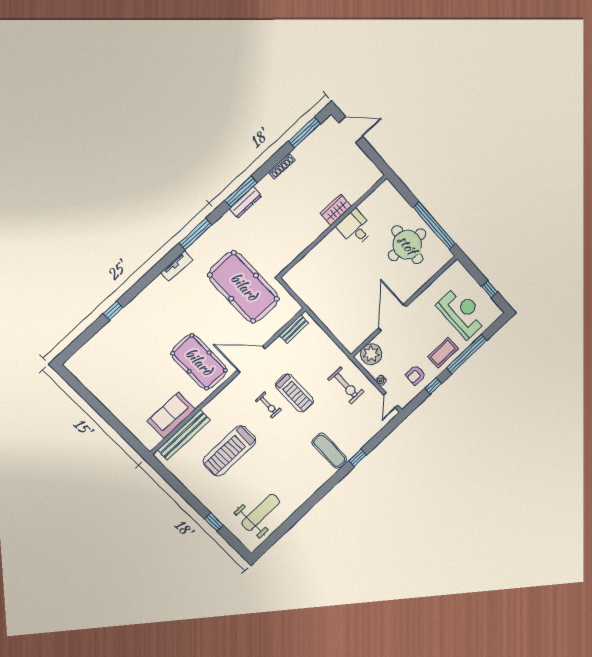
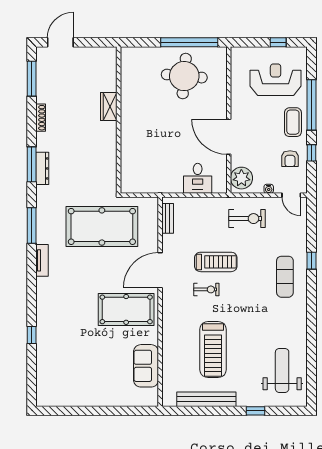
desk: (355, 228) -> (198, 178), moved, turned -90
bench: (184, 435) -> (206, 399), moved, turned 90
exercise mat: (329, 451) -> (285, 277), turned 90

